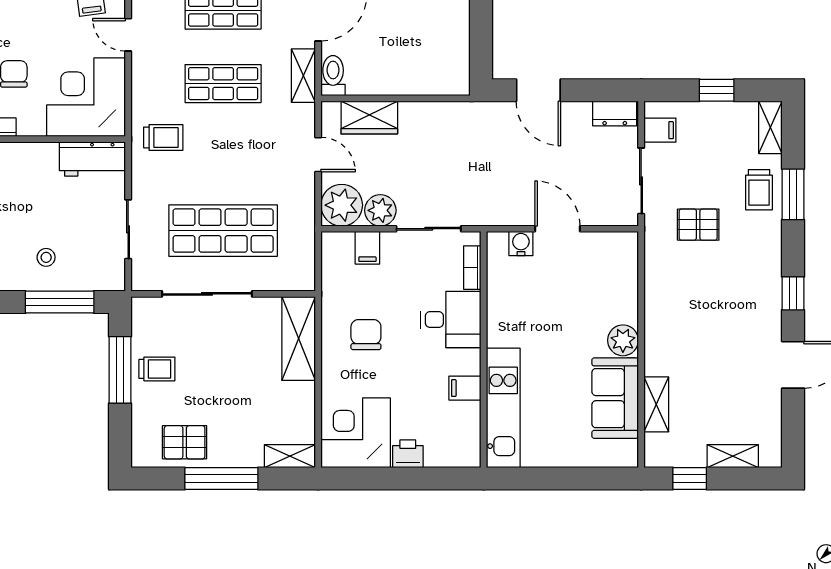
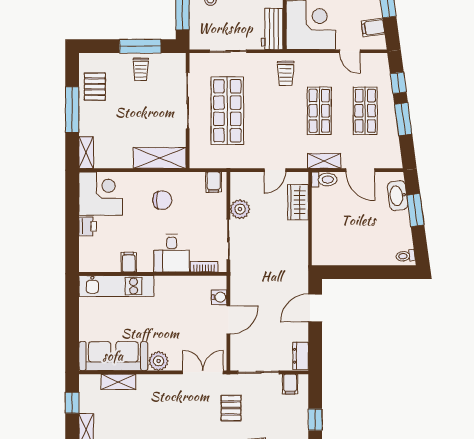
door: (128, 35) -> (350, 51), swing flipped
plant: (342, 205) -> (243, 185), removed
filing cabinet: (367, 248) -> (214, 182), moved, turned -90
double door: (641, 270) -> (203, 372), added
sofa: (615, 398) -> (113, 356), width x1.36

